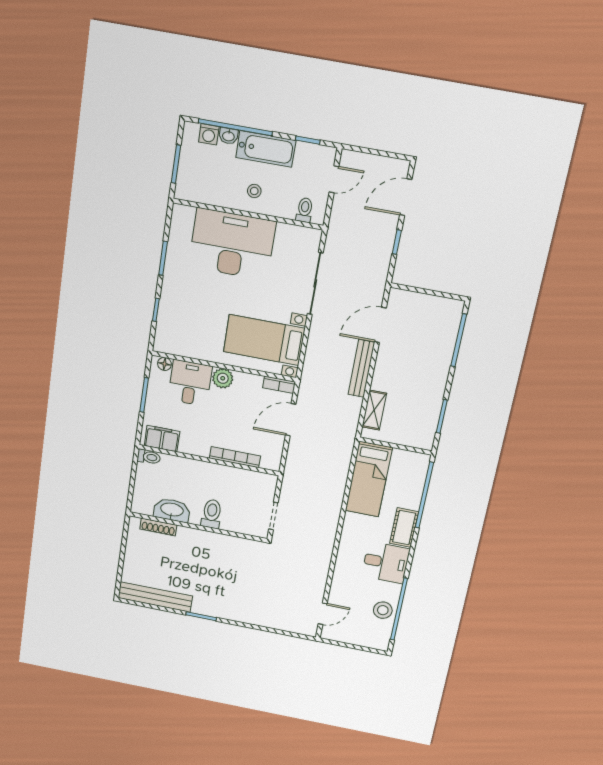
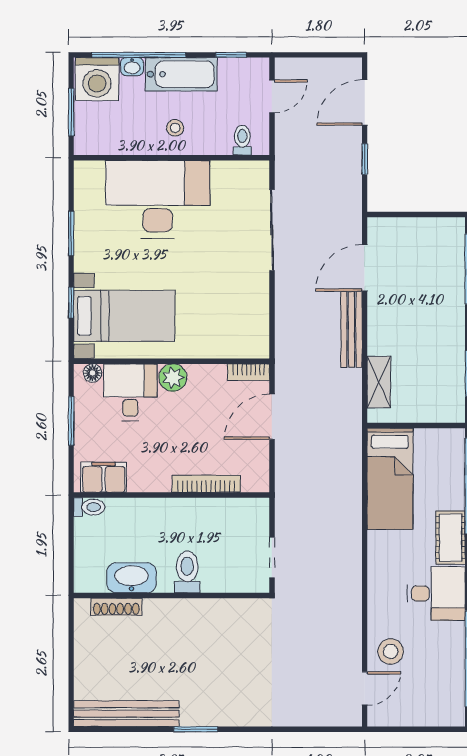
washing machine: (209, 134) -> (97, 79), width x1.89, depth x1.89
bed with nightstands: (264, 340) -> (124, 316), moved, turned 180
stool: (383, 610) -> (391, 651), moved

